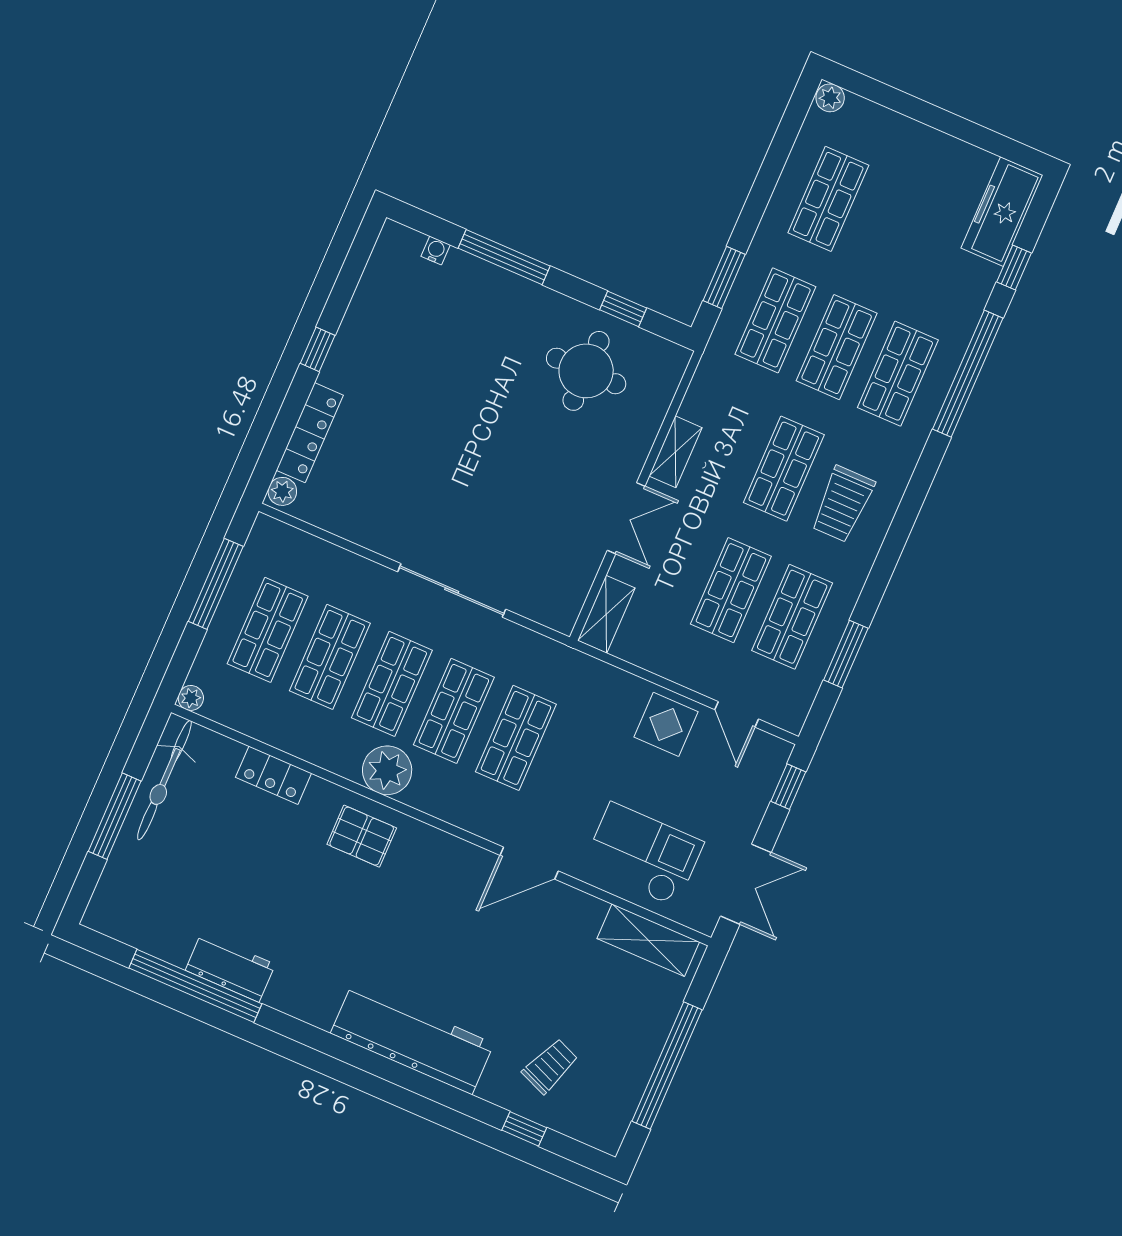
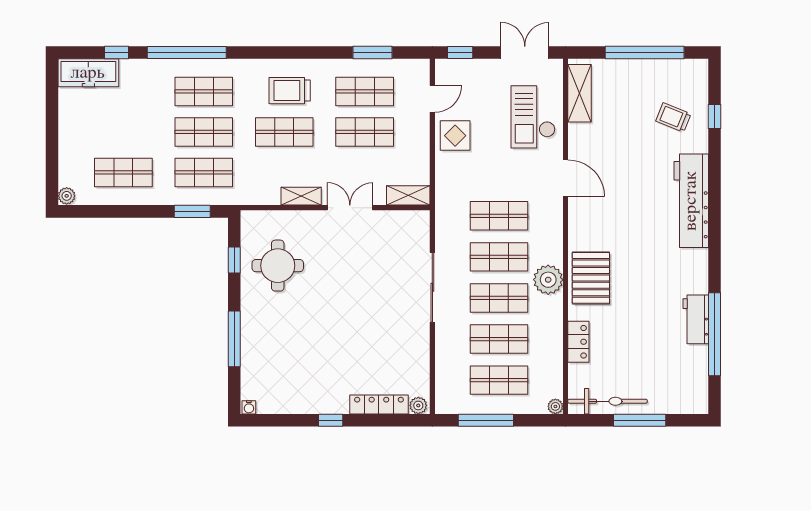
water cooler: (436, 251) -> (249, 407), moved, turned -90
trolley: (843, 504) -> (290, 91), turned 180
pallet: (362, 836) -> (591, 278), width x1.50, depth x1.42

